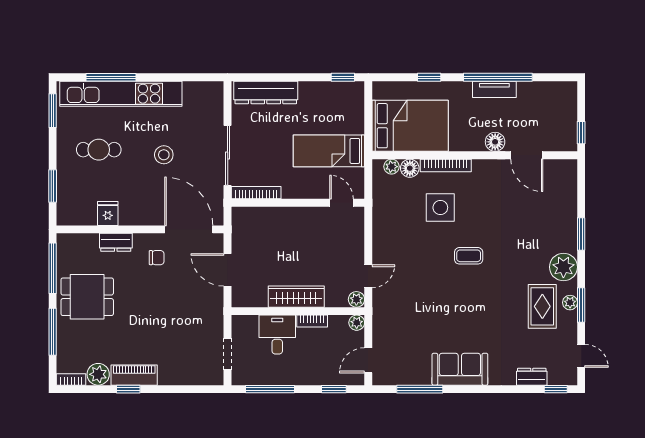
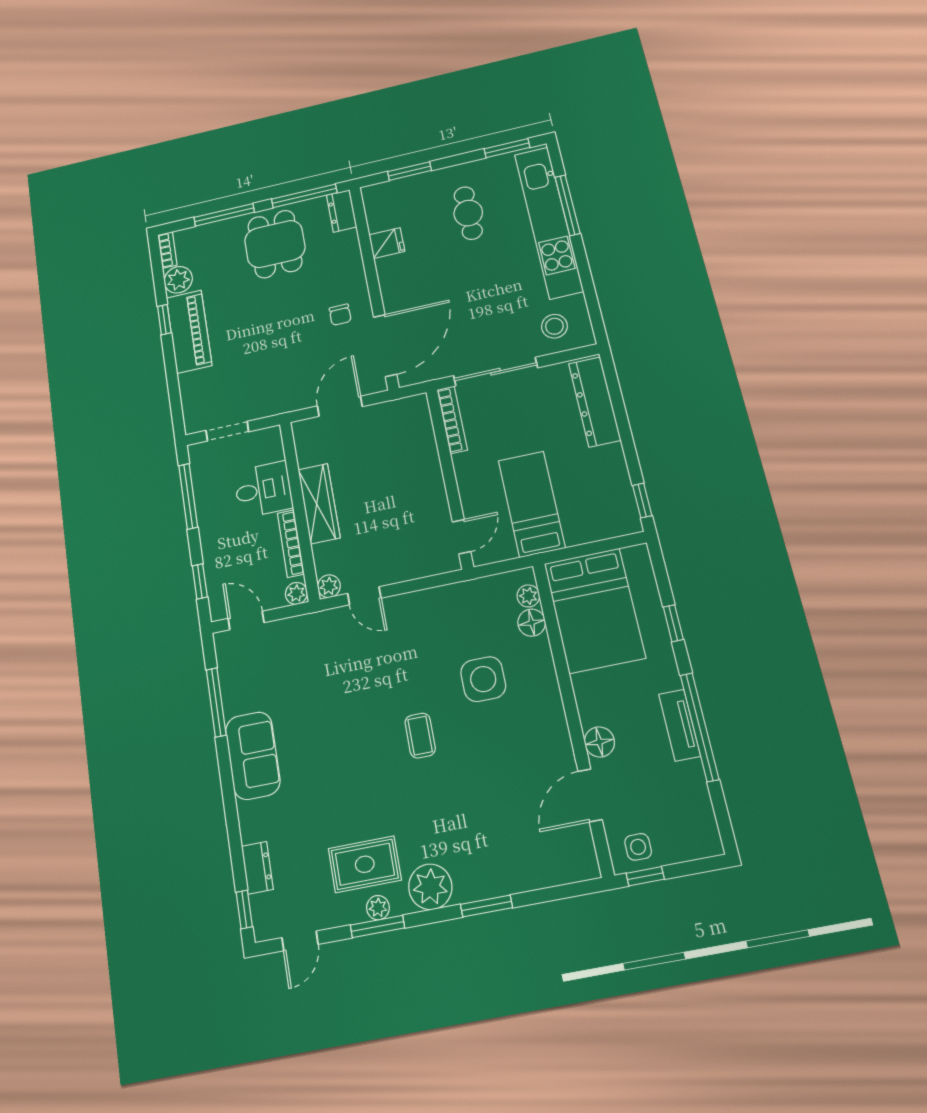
side table: (563, 133) -> (638, 847), added
stool: (164, 155) -> (554, 326), moved
bookcase: (446, 166) -> (547, 675), removed
dresser: (116, 242) -> (342, 211), moved
bookcase: (312, 321) -> (291, 544), width x1.56
piano: (134, 375) -> (189, 332), width x1.37, depth x1.33

